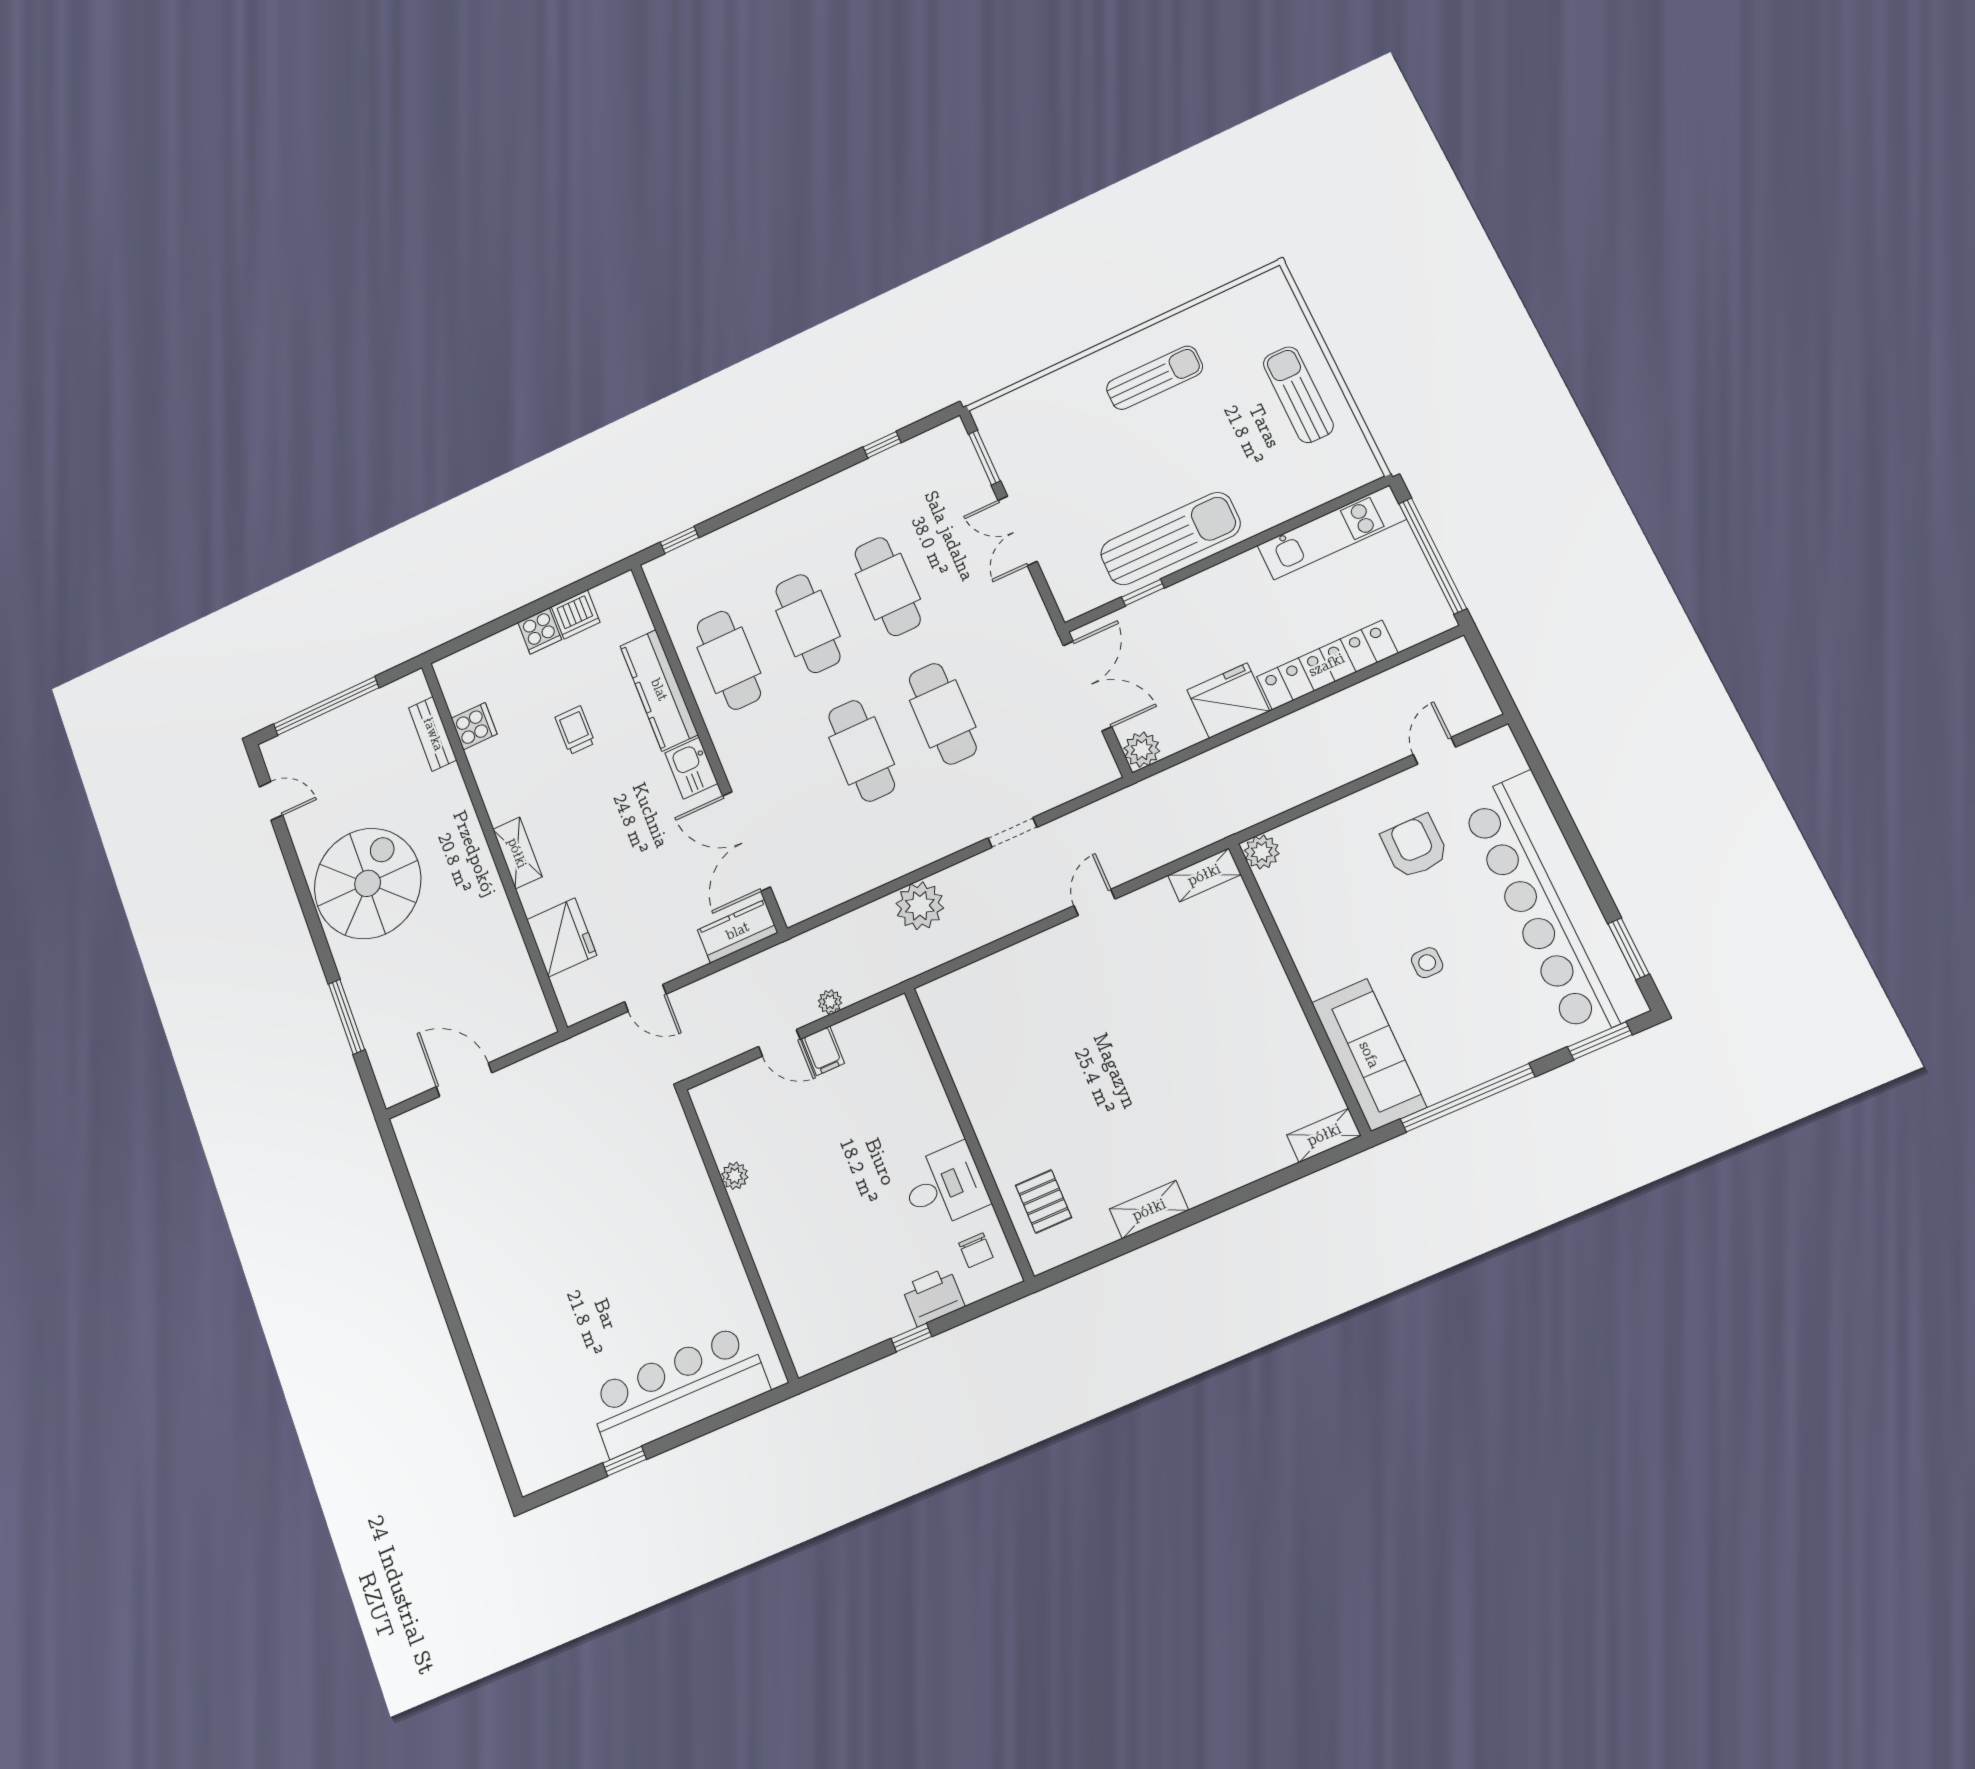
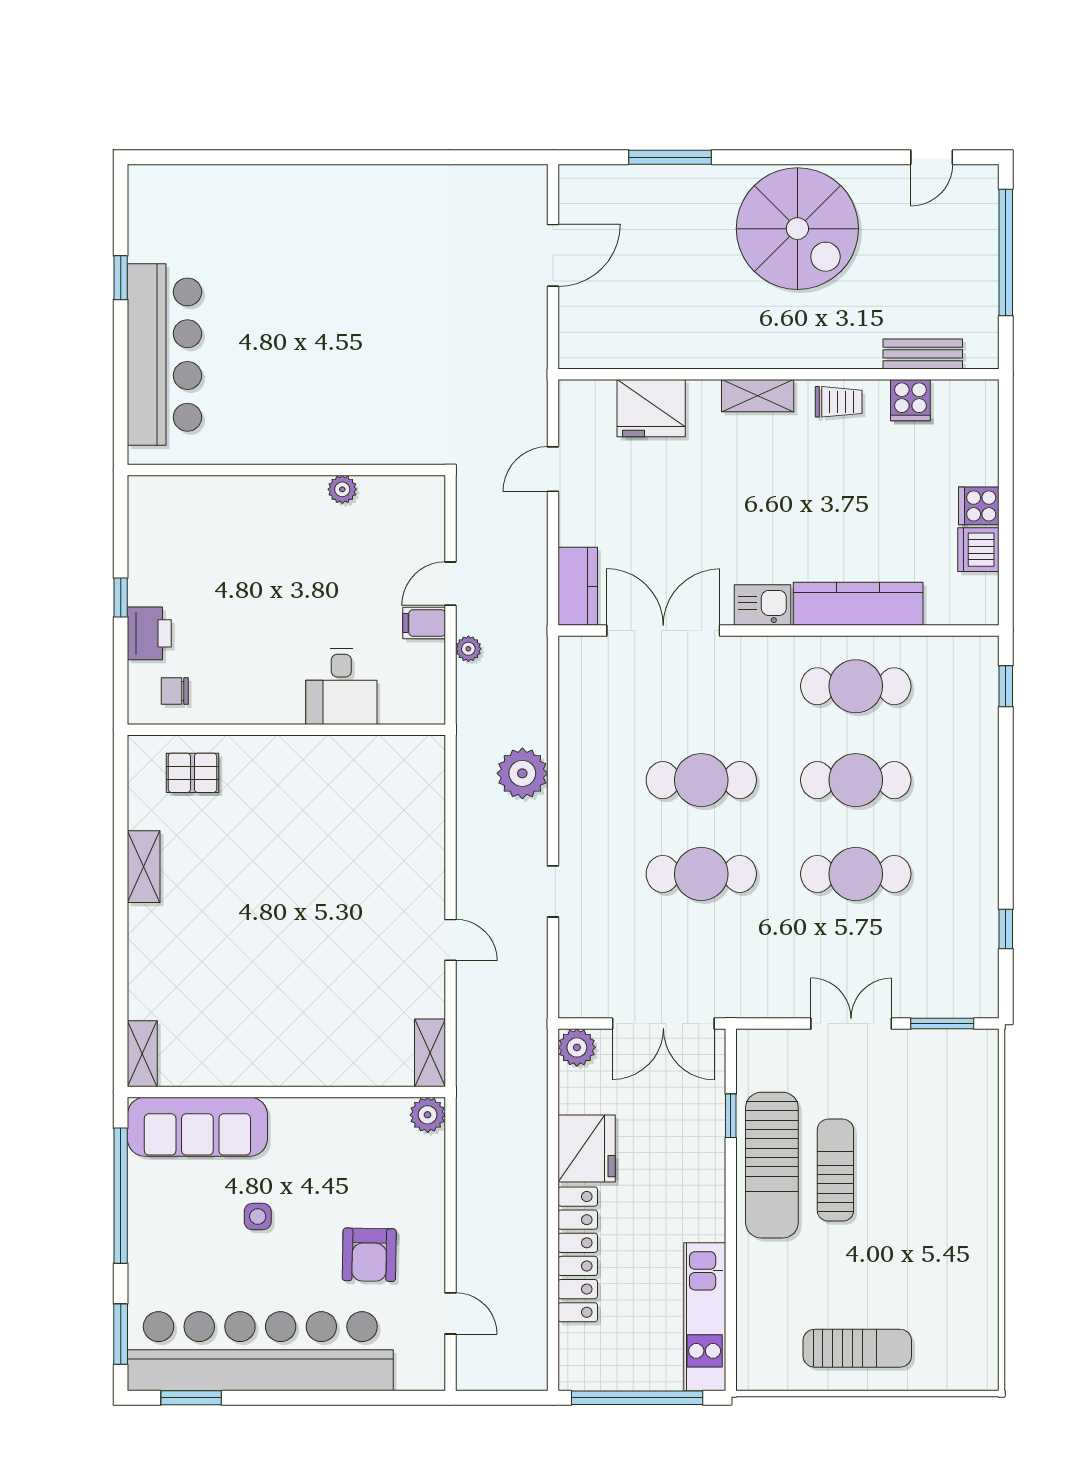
sun lounger: (1154, 378) -> (835, 1170), moved, turned 180
trolley: (575, 730) -> (839, 402), moved
armchair: (1415, 847) -> (369, 1255), turned 91
desk: (944, 1186) -> (341, 686), moved

